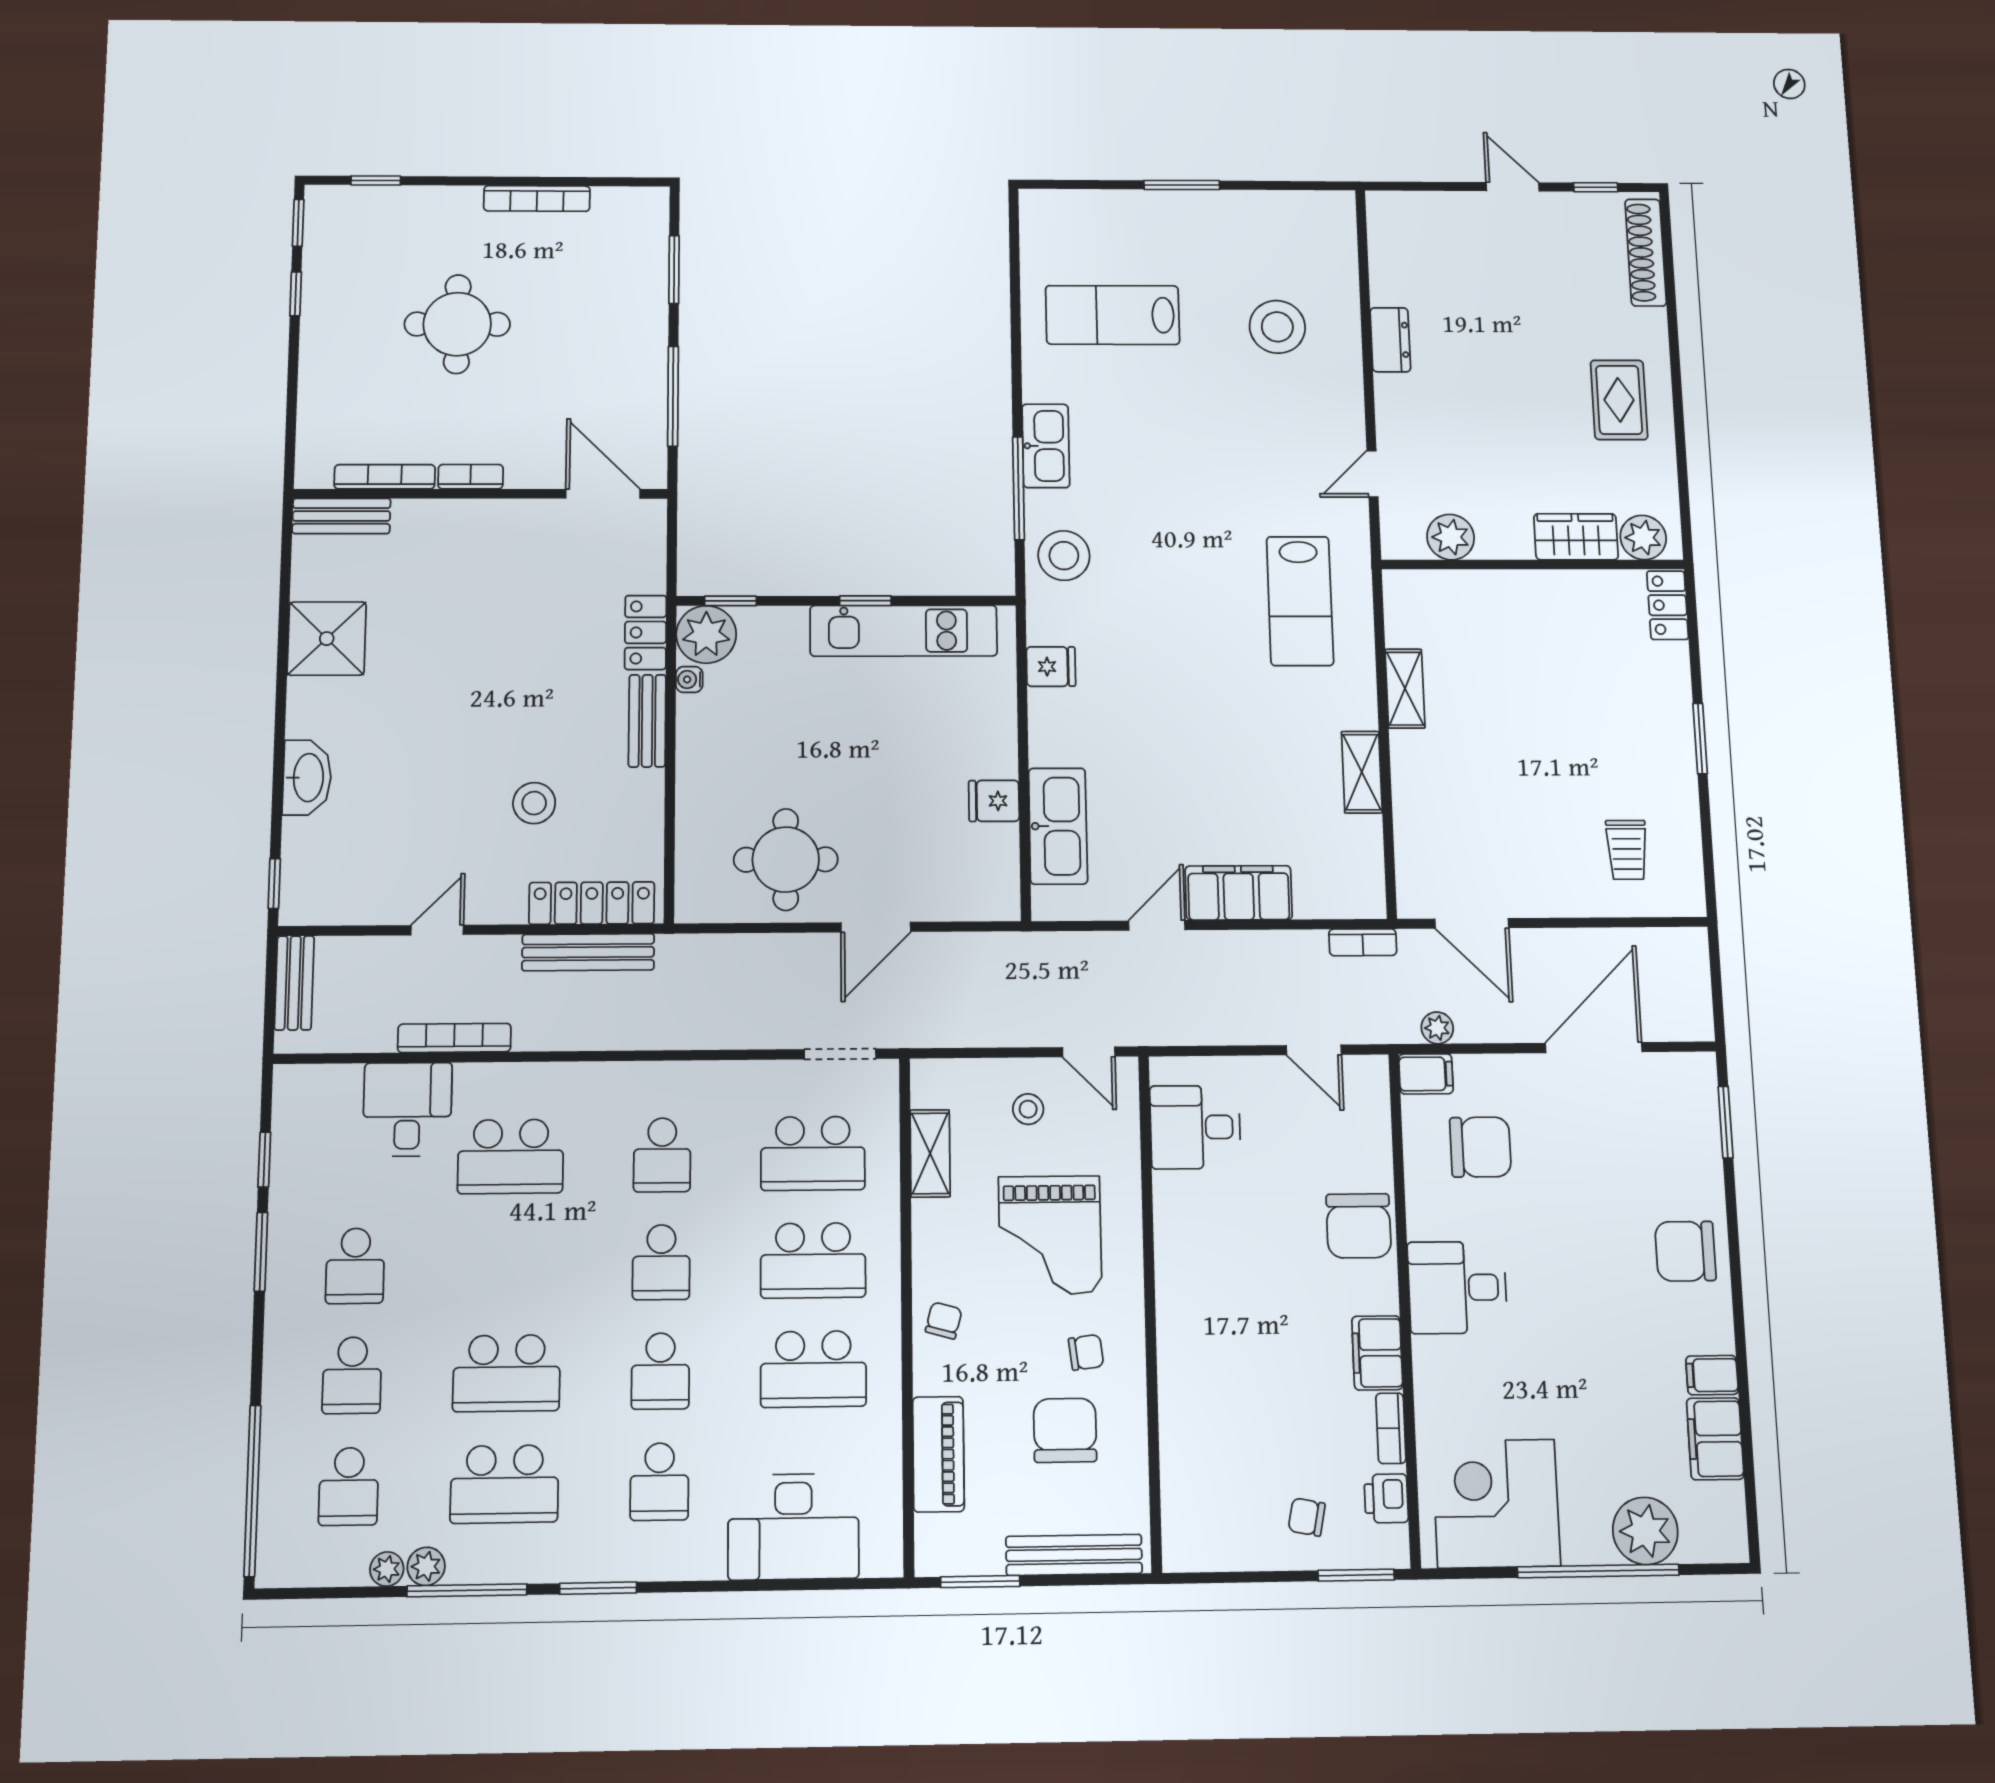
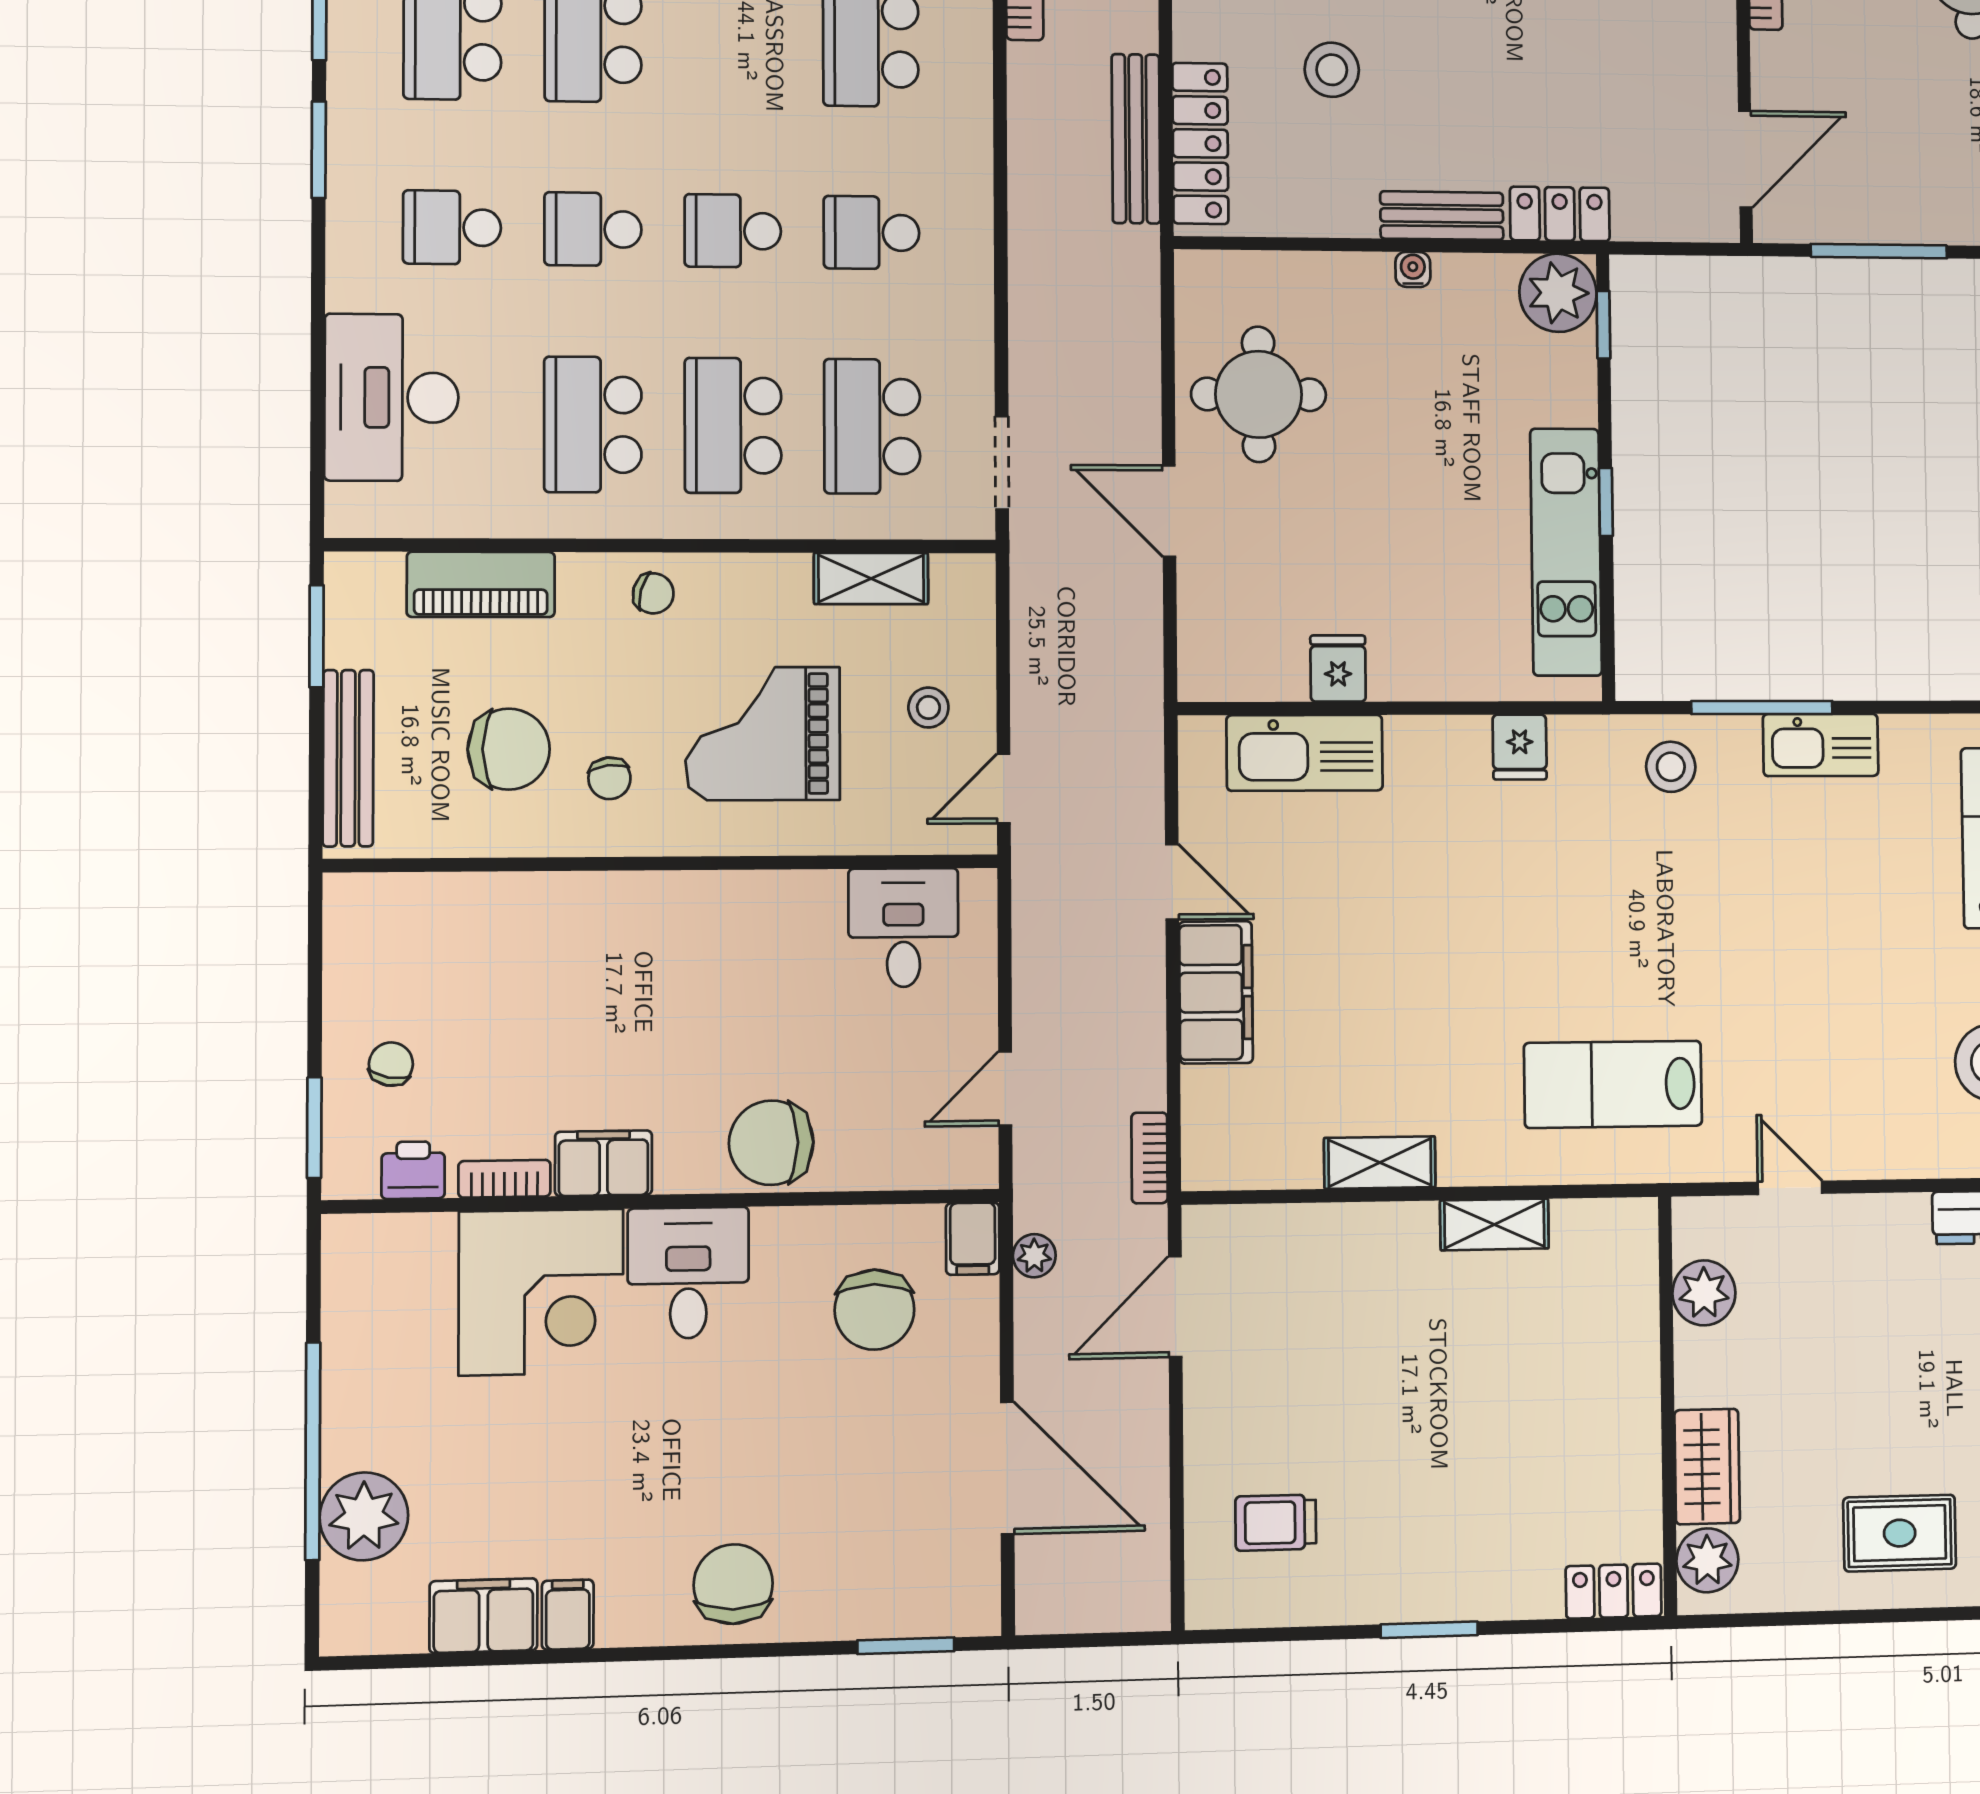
stool: (1064, 556) -> (1671, 767), width x0.73, depth x0.73
water cooler: (689, 679) -> (1413, 269), moved
corner desk: (1496, 1504) -> (541, 1292), moved, turned 90

